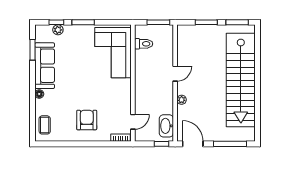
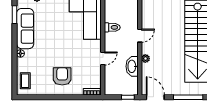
toilet: (144, 44) -> (112, 27), moved
door: (133, 122) -> (103, 58), moved
washbasin: (166, 126) -> (132, 66), moved

